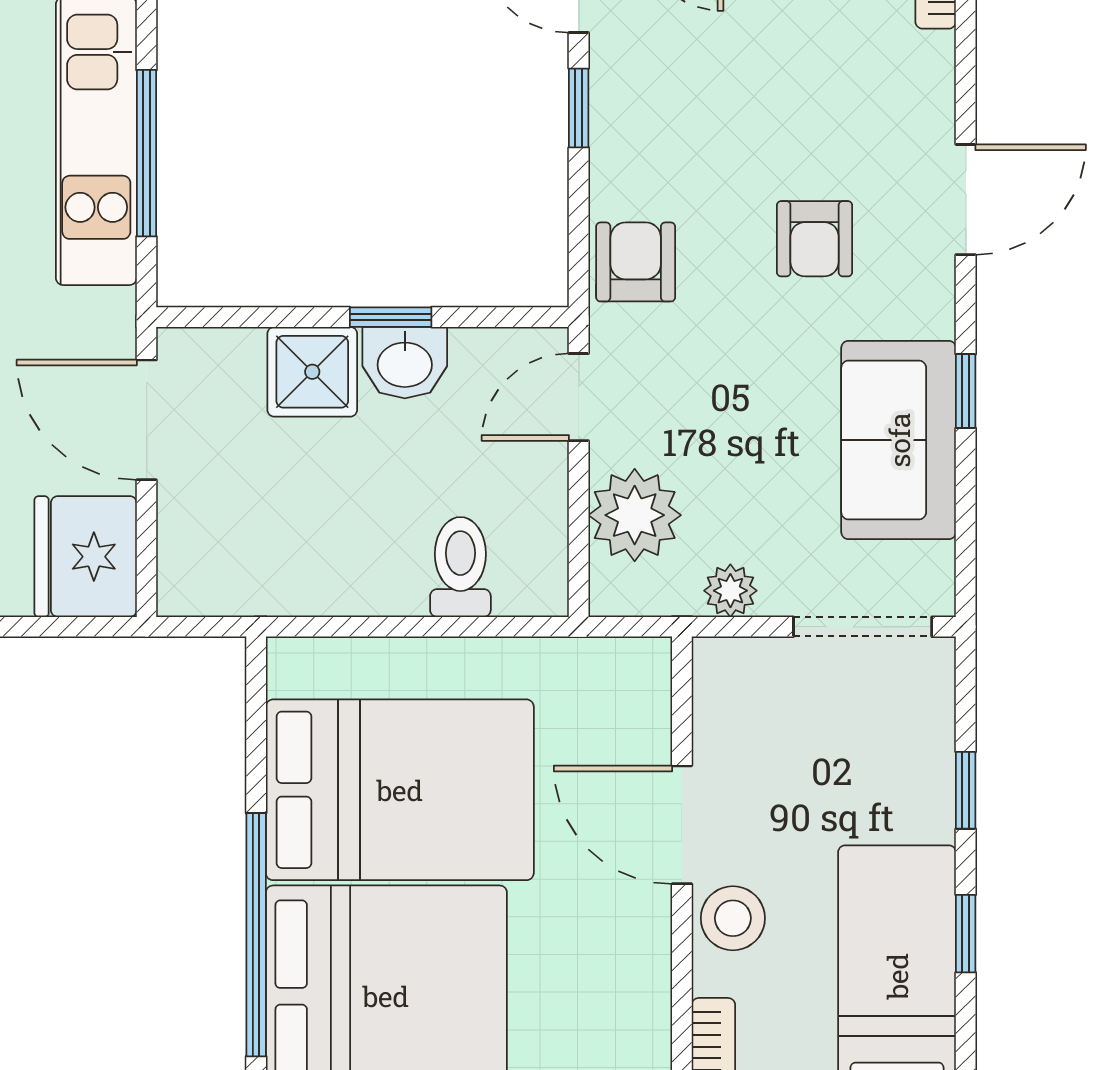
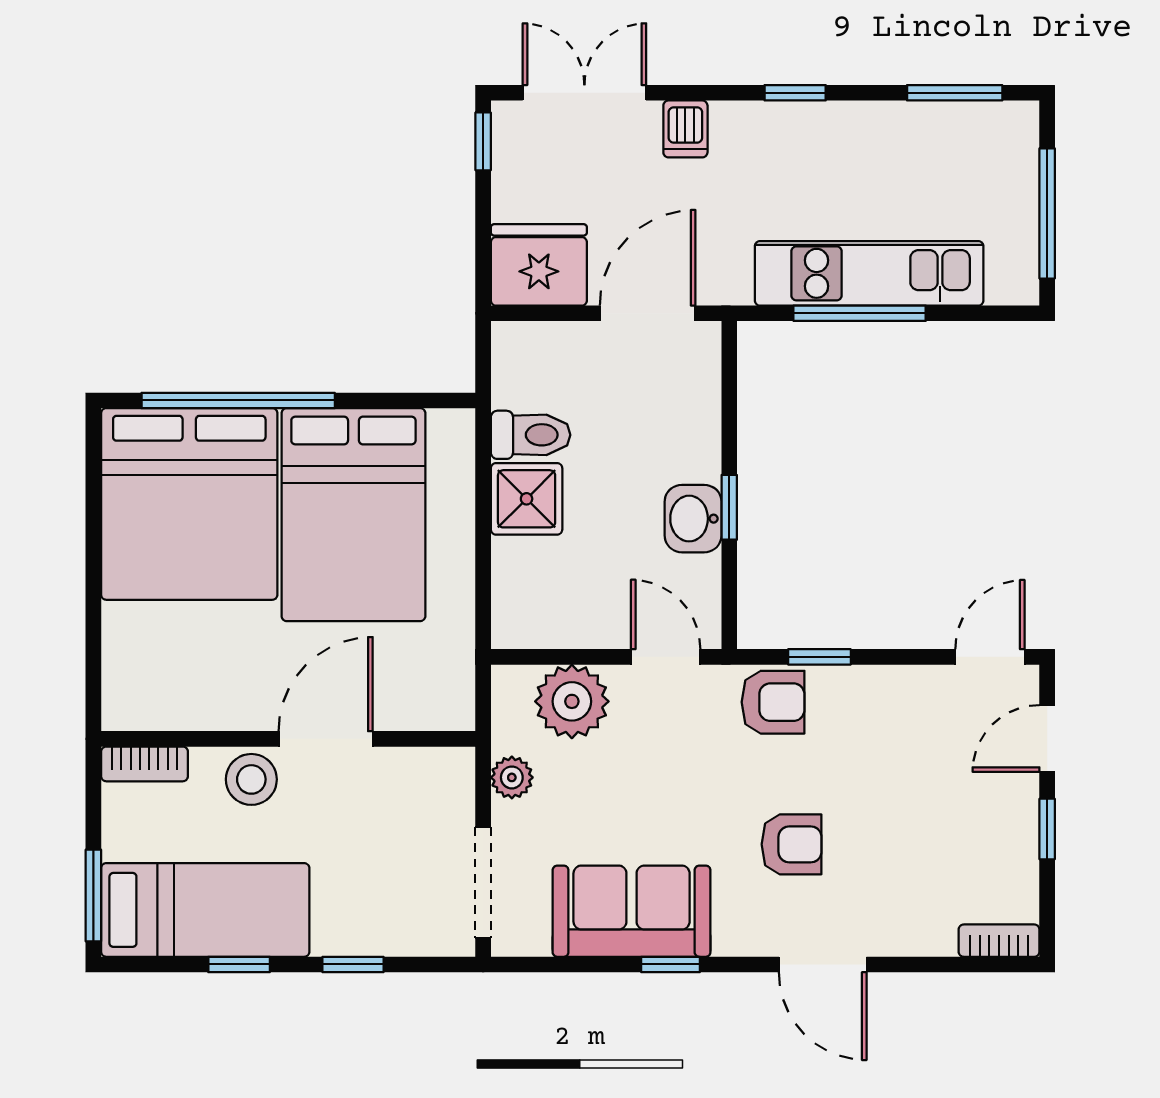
window: (579, 108) -> (819, 657), moved
armchair: (815, 239) -> (792, 844), turned 180
shower: (312, 372) -> (527, 499), moved
toilet: (460, 567) -> (531, 435), moved

